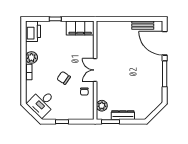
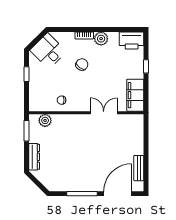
double door: (95, 70) -> (104, 113), moved
chair: (64, 78) -> (82, 65), moved
dresser: (123, 115) -> (34, 157), moved

